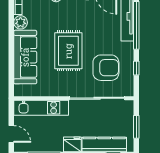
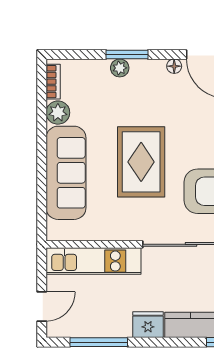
door: (11, 134) -> (42, 306), hinge flipped

